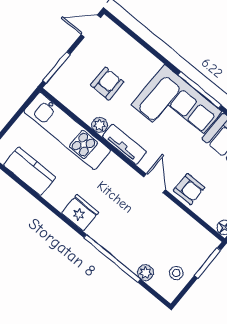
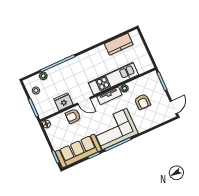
kitchen unit: (67, 131) -> (113, 79), moved
fridge: (80, 213) -> (63, 102), moved, turned 180

